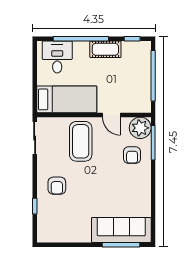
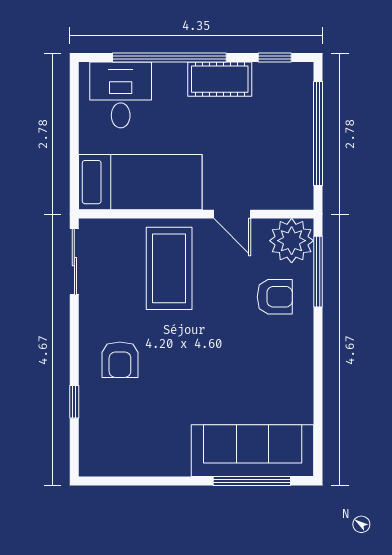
armchair: (132, 155) -> (275, 297), turned -90

